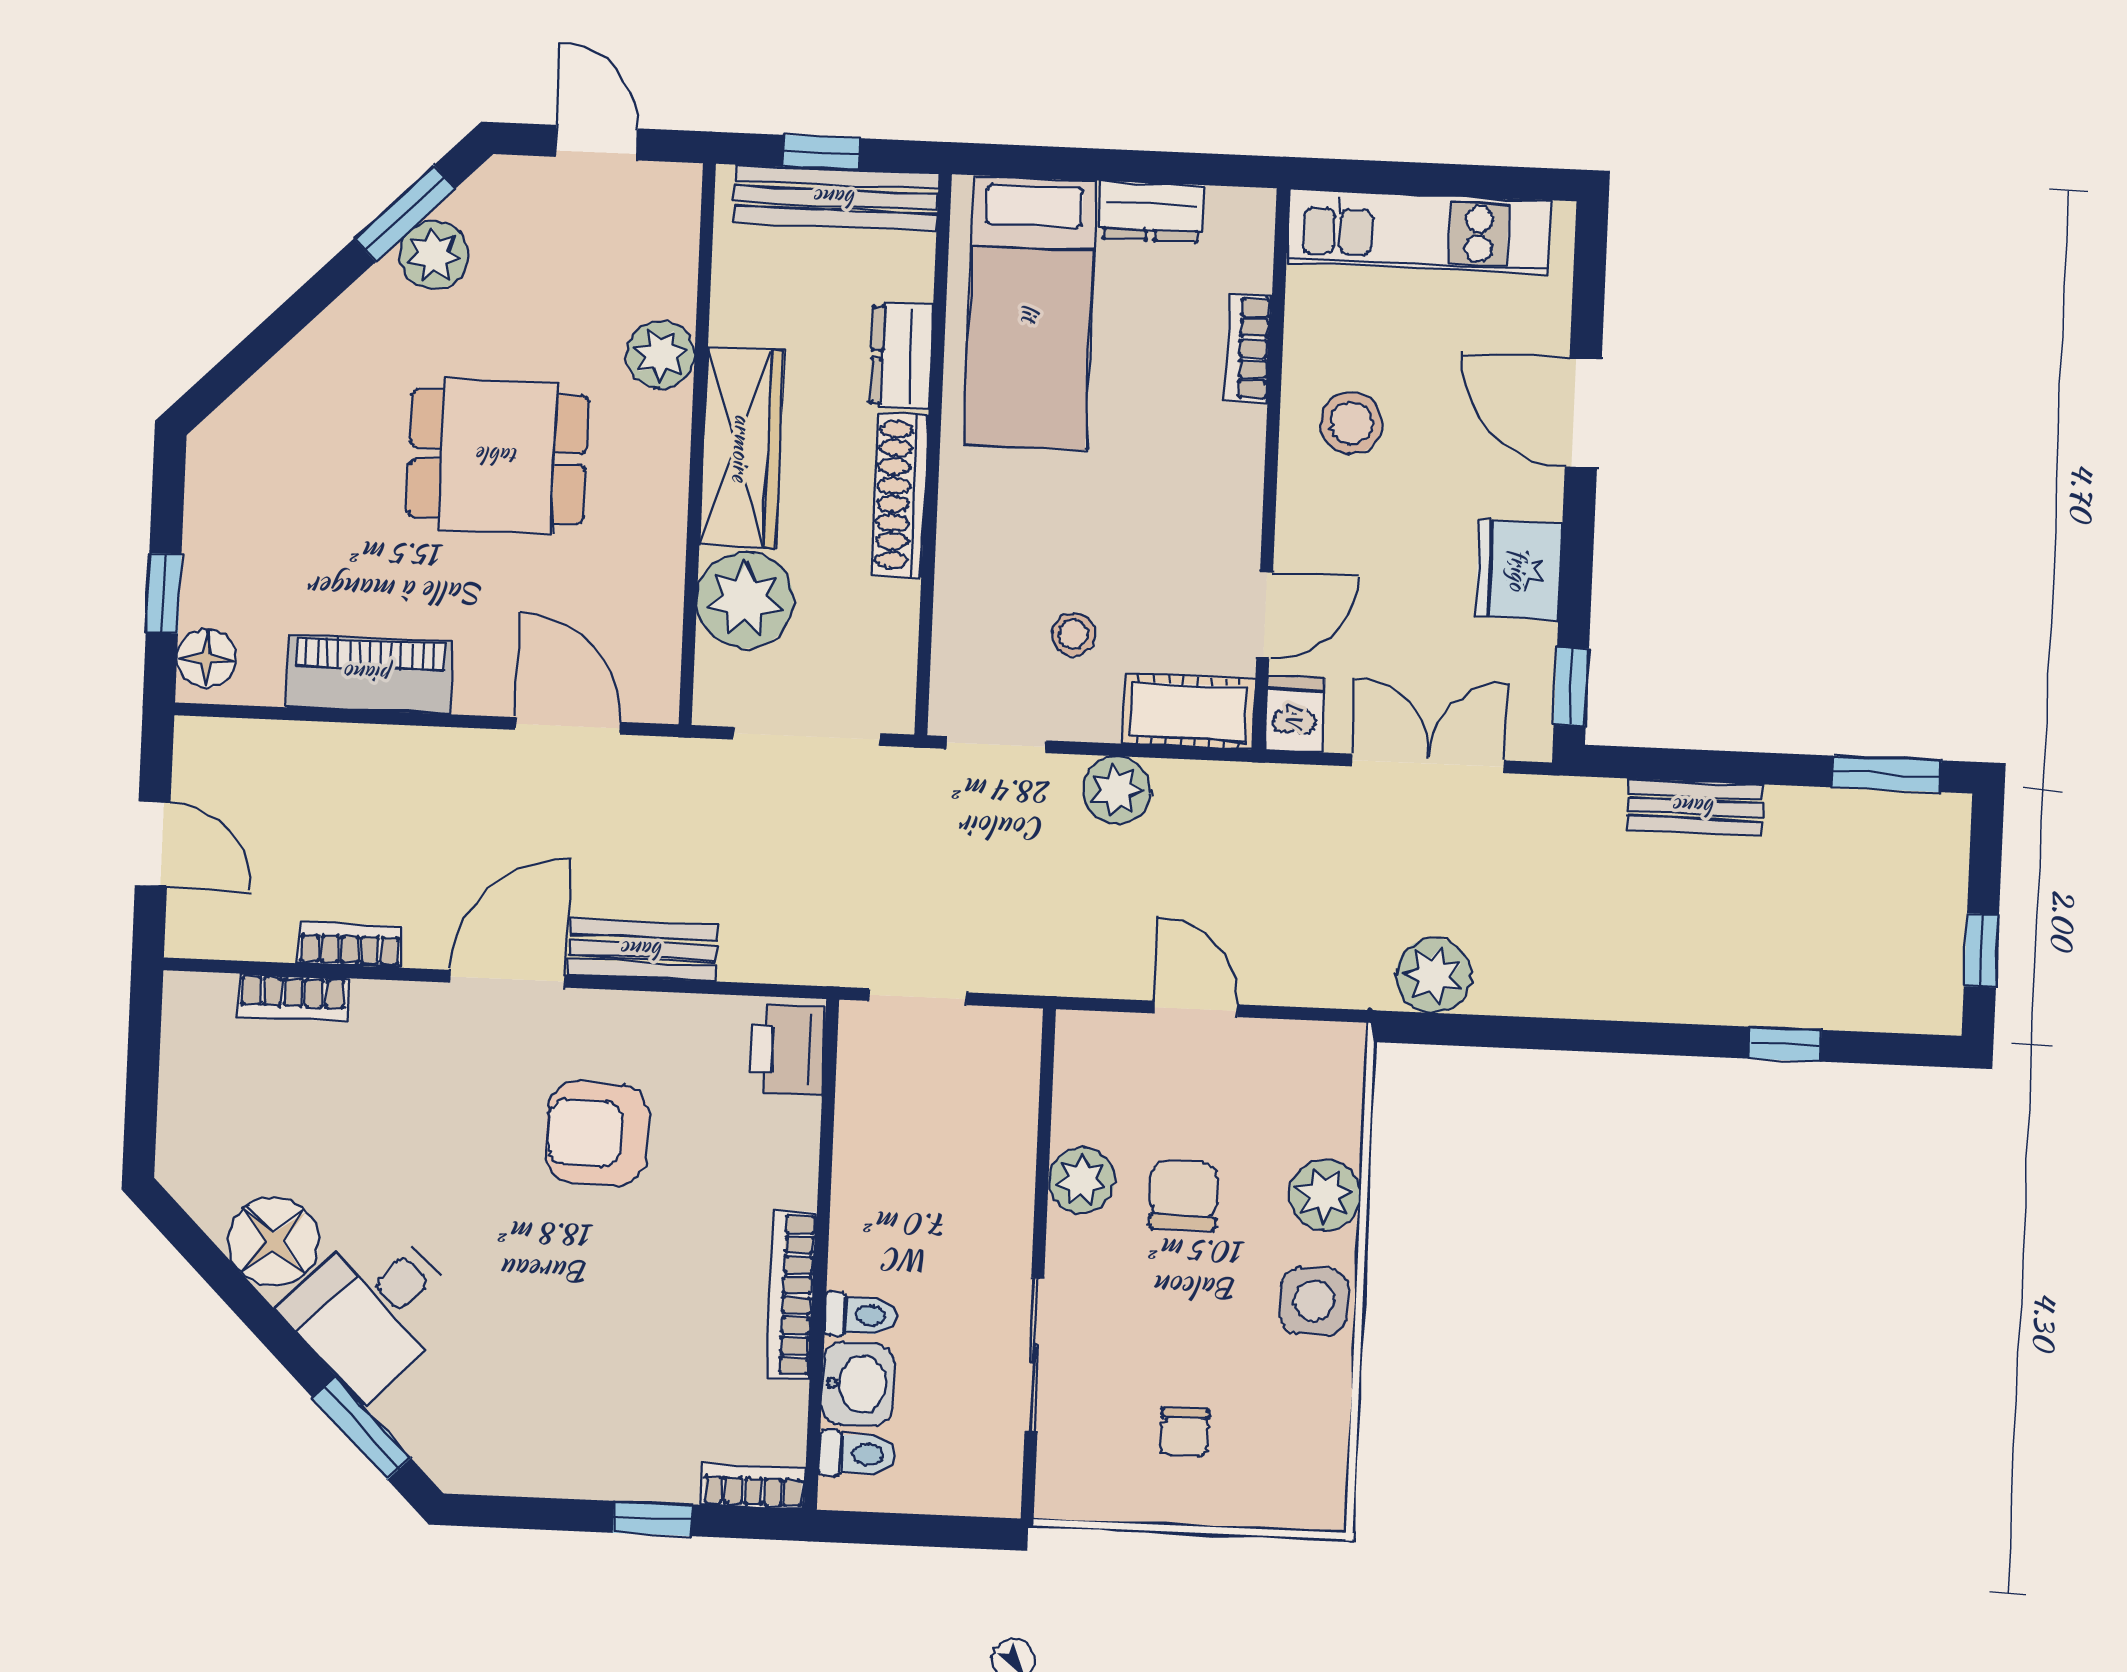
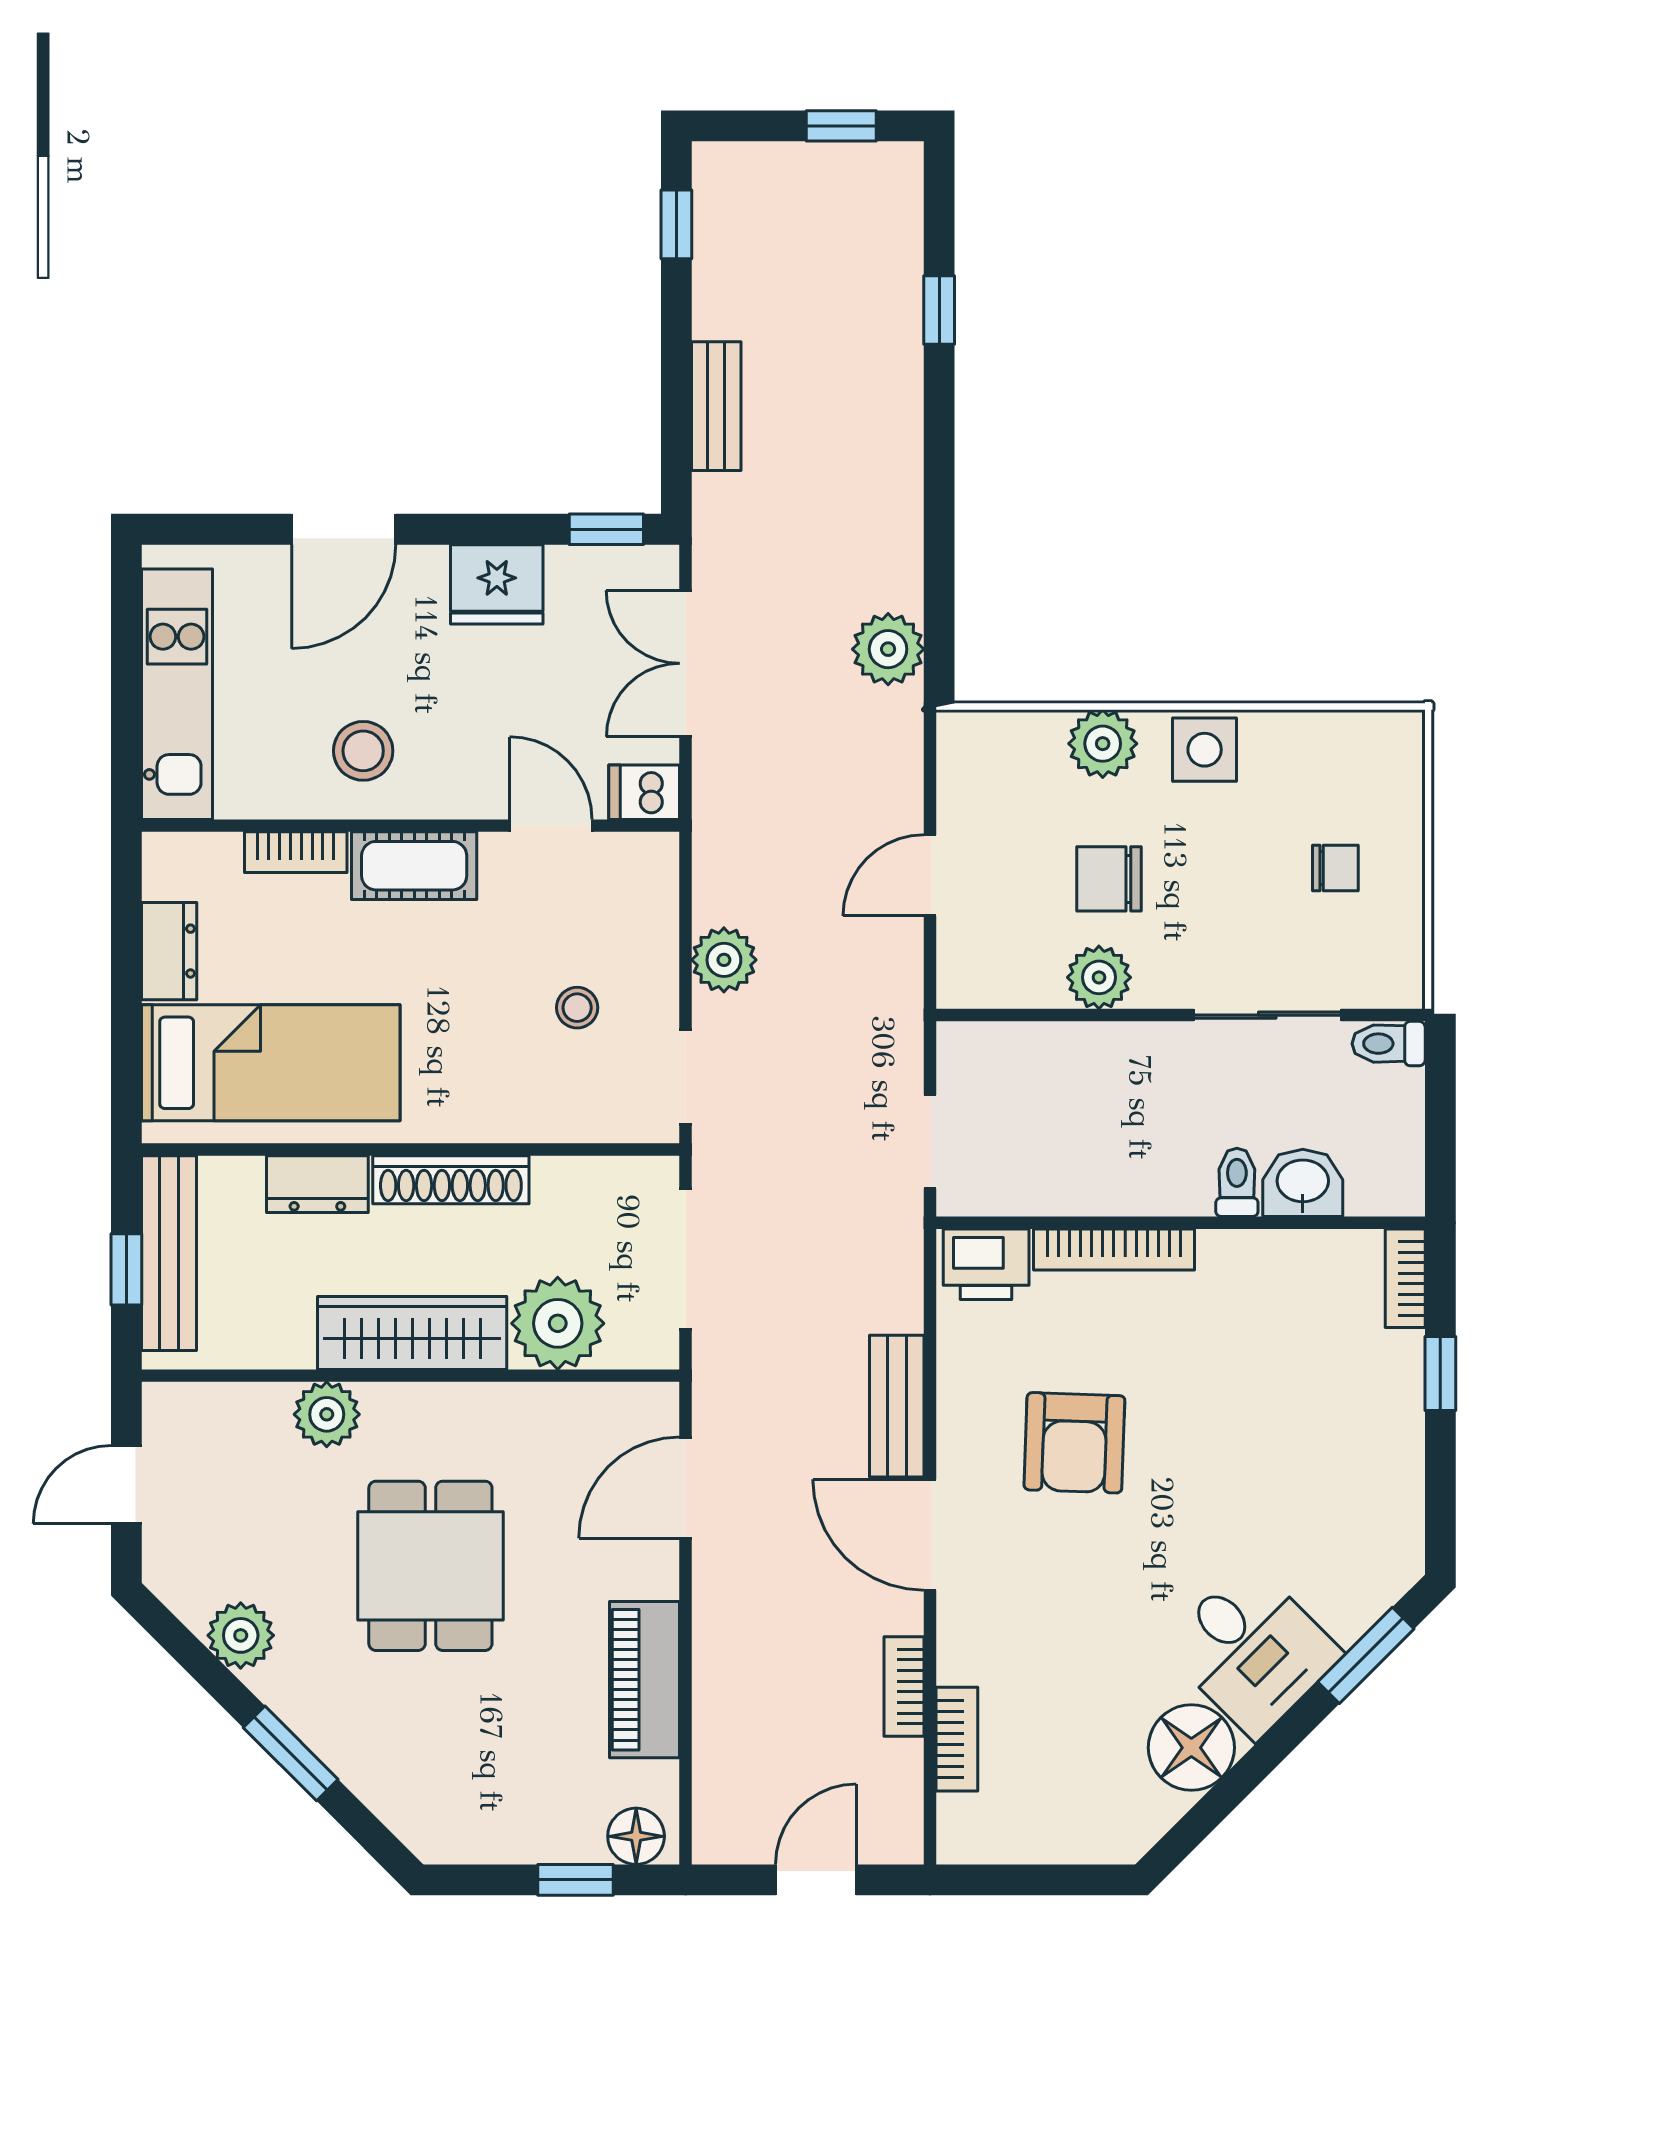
window: (405, 214) -> (291, 1753), moved
cot: (1189, 711) -> (414, 866), moved, turned 90
window: (1886, 774) -> (676, 224), width x0.67
bookcase: (792, 1295) -> (1114, 1250), moved
toilet: (857, 1454) -> (1389, 1044), moved, turned -90

